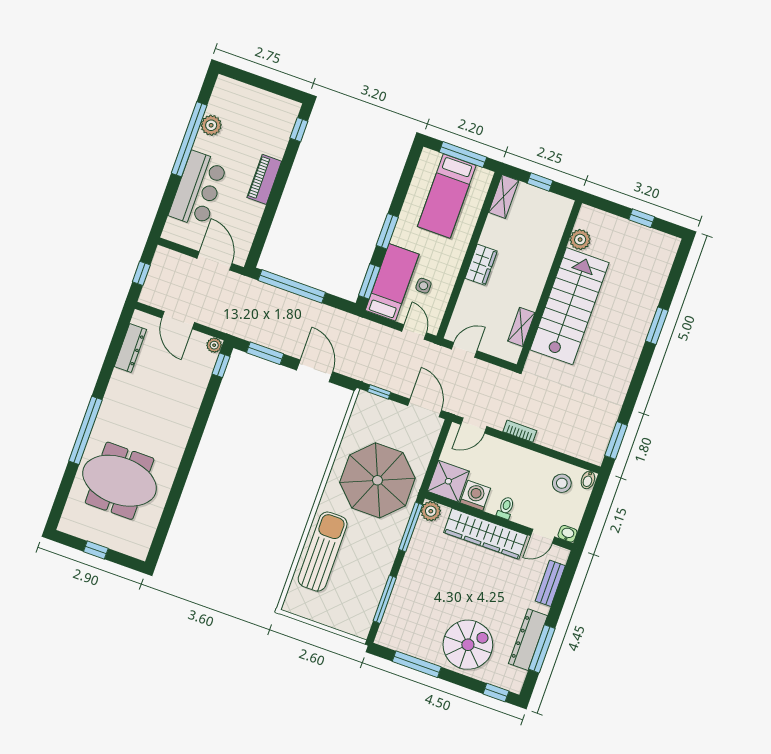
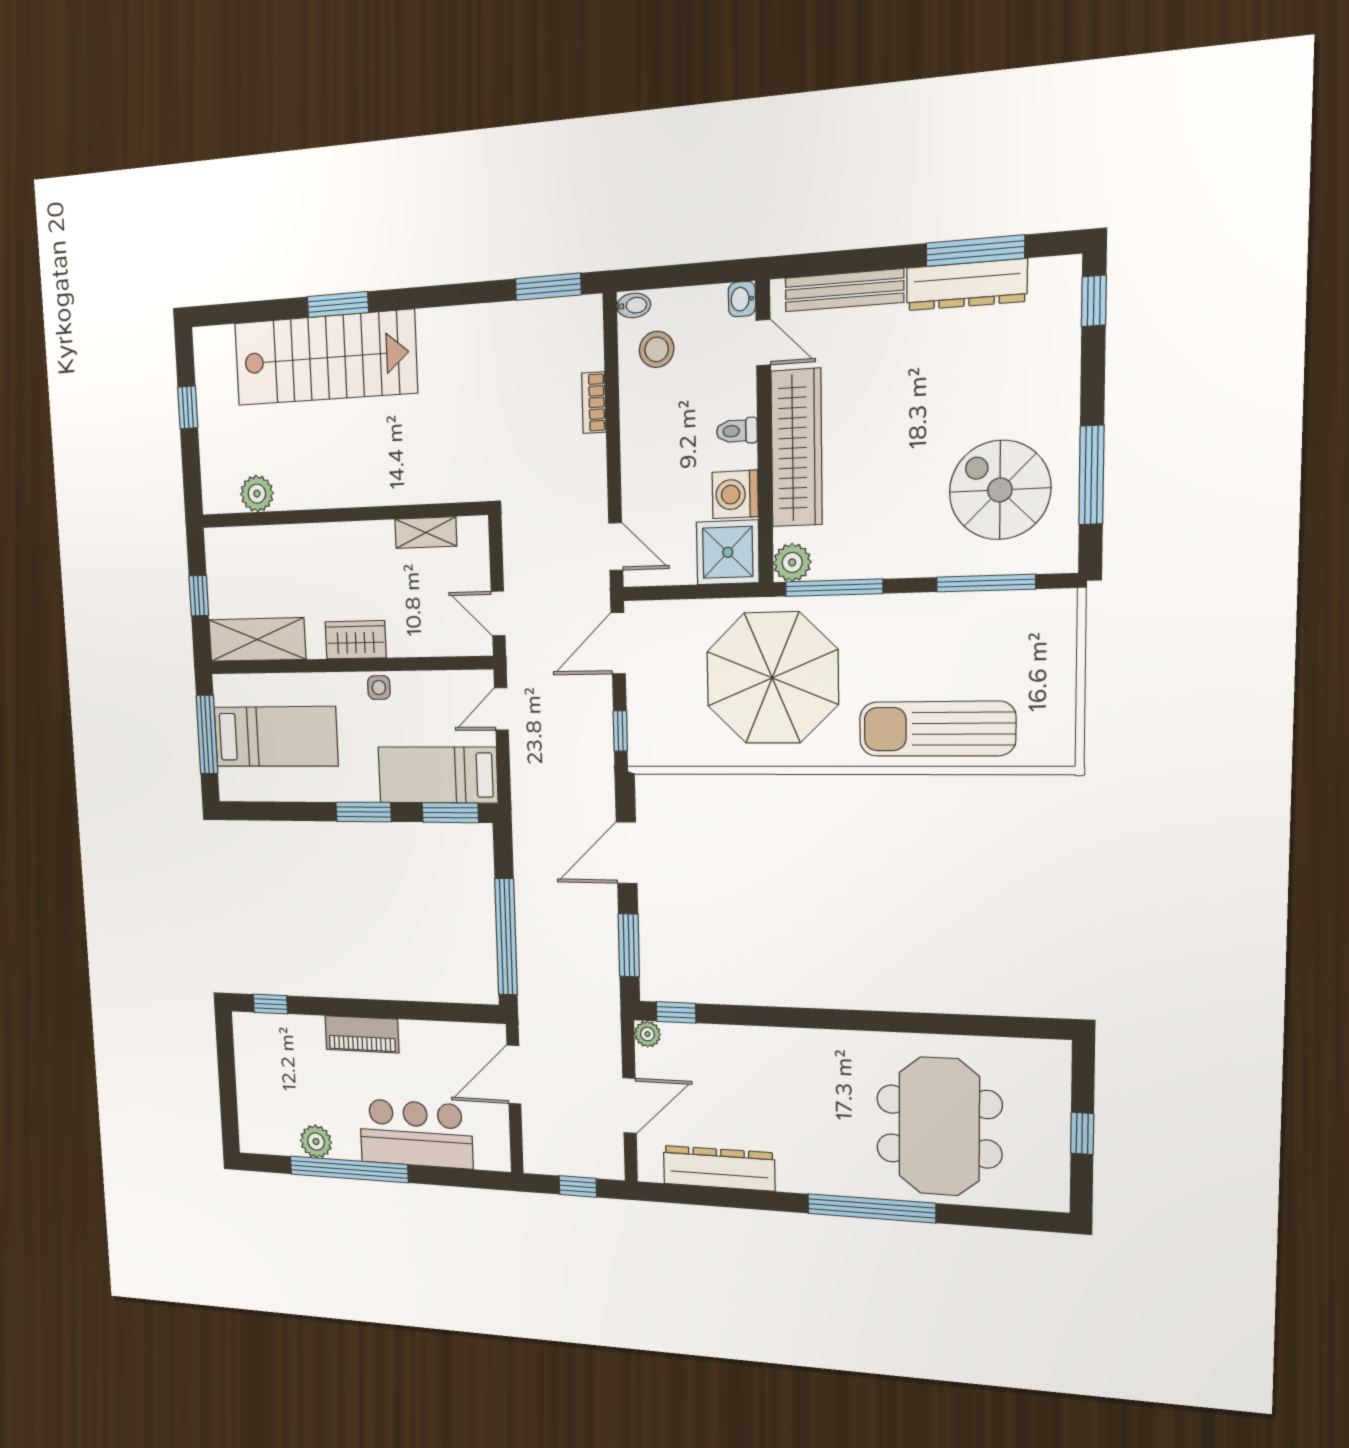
shelving: (504, 196) -> (257, 639), width x1.50, depth x1.33
side table: (423, 286) -> (379, 688), moved
stairs: (569, 306) -> (325, 358), moved, turned 180
dresser: (130, 348) -> (719, 1168), width x1.37, depth x1.24
bookcase: (520, 431) -> (594, 403), moved
bench: (550, 583) -> (844, 290), width x1.36
spiral stairs: (468, 645) -> (1000, 490), moved

